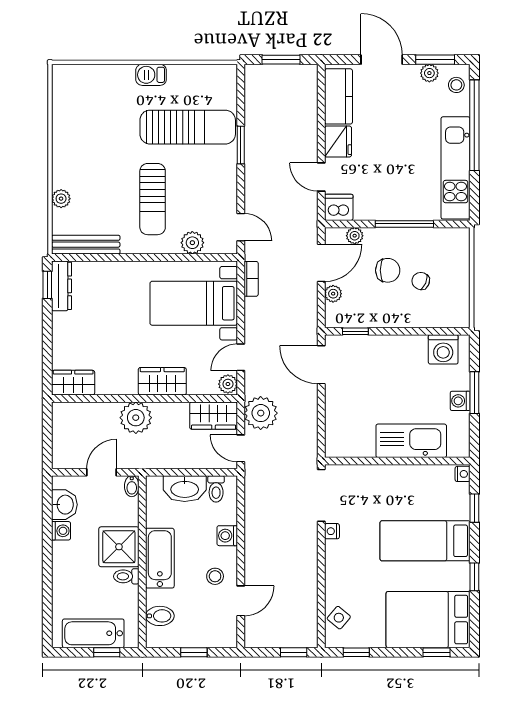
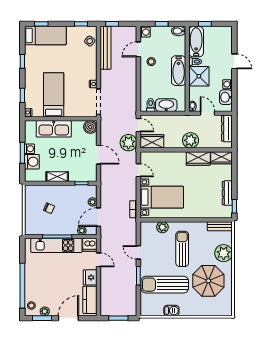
door: (382, 60) -> (68, 318), swing flipped
barbecue: (151, 75) -> (171, 311), moved
parasol: (100, 135) -> (208, 281), added
kitchen unit: (456, 168) -> (56, 245), moved, turned 90
plant: (61, 199) -> (224, 253), width x1.88, depth x1.88
door: (241, 227) -> (138, 252), moved
bench: (86, 245) -> (220, 226), width x0.73
chair: (388, 270) -> (65, 213), removed
dresser: (62, 286) -> (227, 193), moved
shelving: (404, 345) -> (57, 177), added
washing machine: (443, 349) -> (32, 162), moved, turned 90
door: (241, 357) -> (138, 170), hinge flipped
door: (321, 365) -> (98, 155), moved
wardrobe: (162, 381) -> (198, 158), moved
plant: (228, 384) -> (145, 157), removed
dresser: (62, 442) -> (227, 128), added
boiler: (338, 445) -> (90, 127), added
door: (102, 472) -> (208, 113), swing flipped
washing machine: (227, 536) -> (145, 32), moved
bed: (425, 541) -> (54, 95), moved, turned -90
door: (47, 577) -> (234, 61), added
bench: (307, 604) -> (105, 48), added
bidet: (160, 616) -> (179, 31), moved
bed: (428, 620) -> (45, 35), width x0.67
bathtub: (93, 633) -> (196, 42), moved, turned -90

